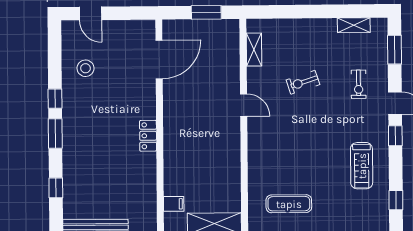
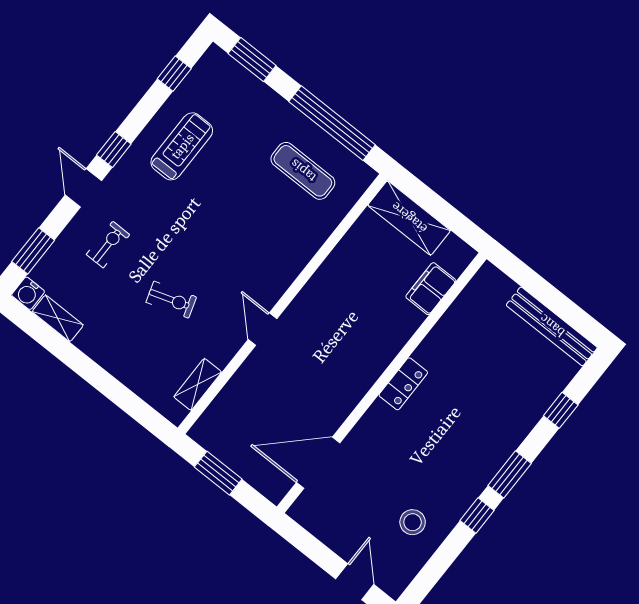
water cooler: (379, 26) -> (28, 293), added
filing cabinet: (174, 204) -> (431, 289), width x2.00

